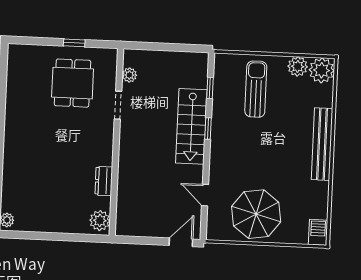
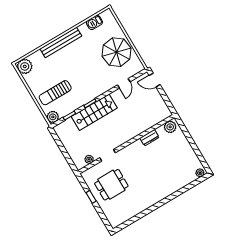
plant: (298, 66) -> (53, 117), moved
barbecue: (318, 232) -> (94, 22), moved

